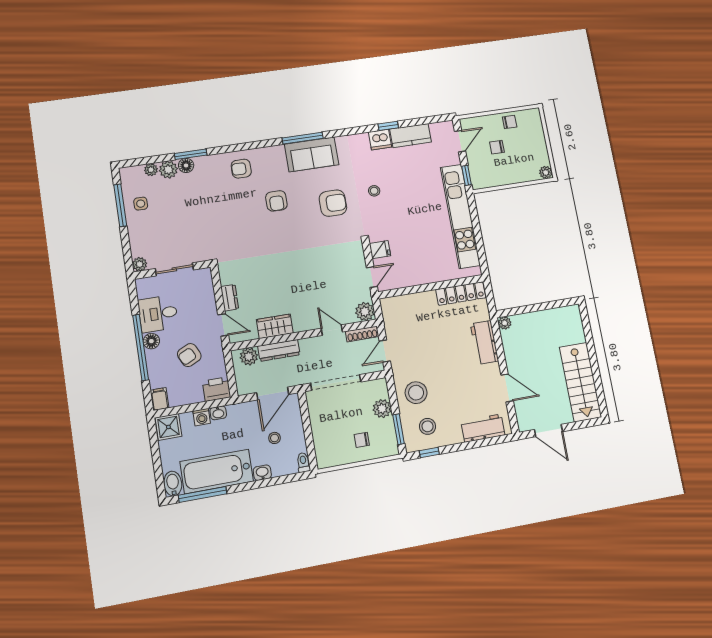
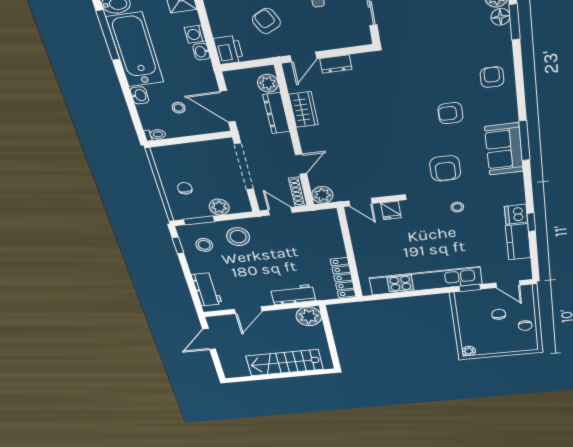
plant: (505, 323) -> (309, 316), width x1.87, depth x1.87
stairs: (581, 382) -> (284, 363), moved

